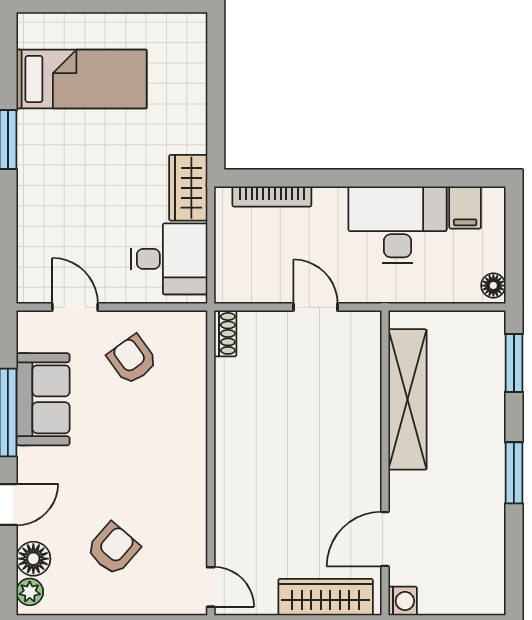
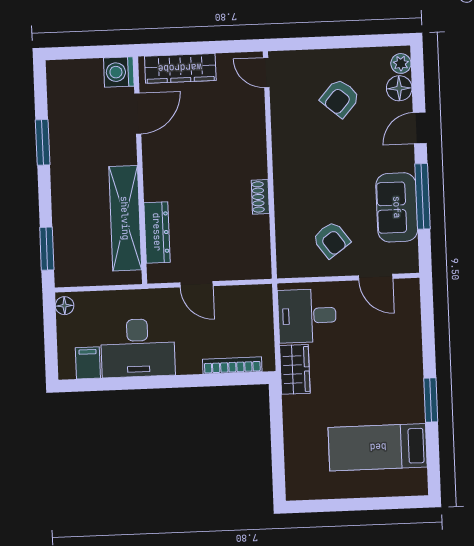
shoe rack: (225, 333) -> (260, 197), moved
dresser: (366, 379) -> (157, 232), added
window: (514, 473) -> (43, 142), moved
washing machine: (403, 601) -> (119, 72), width x1.38, depth x1.38

